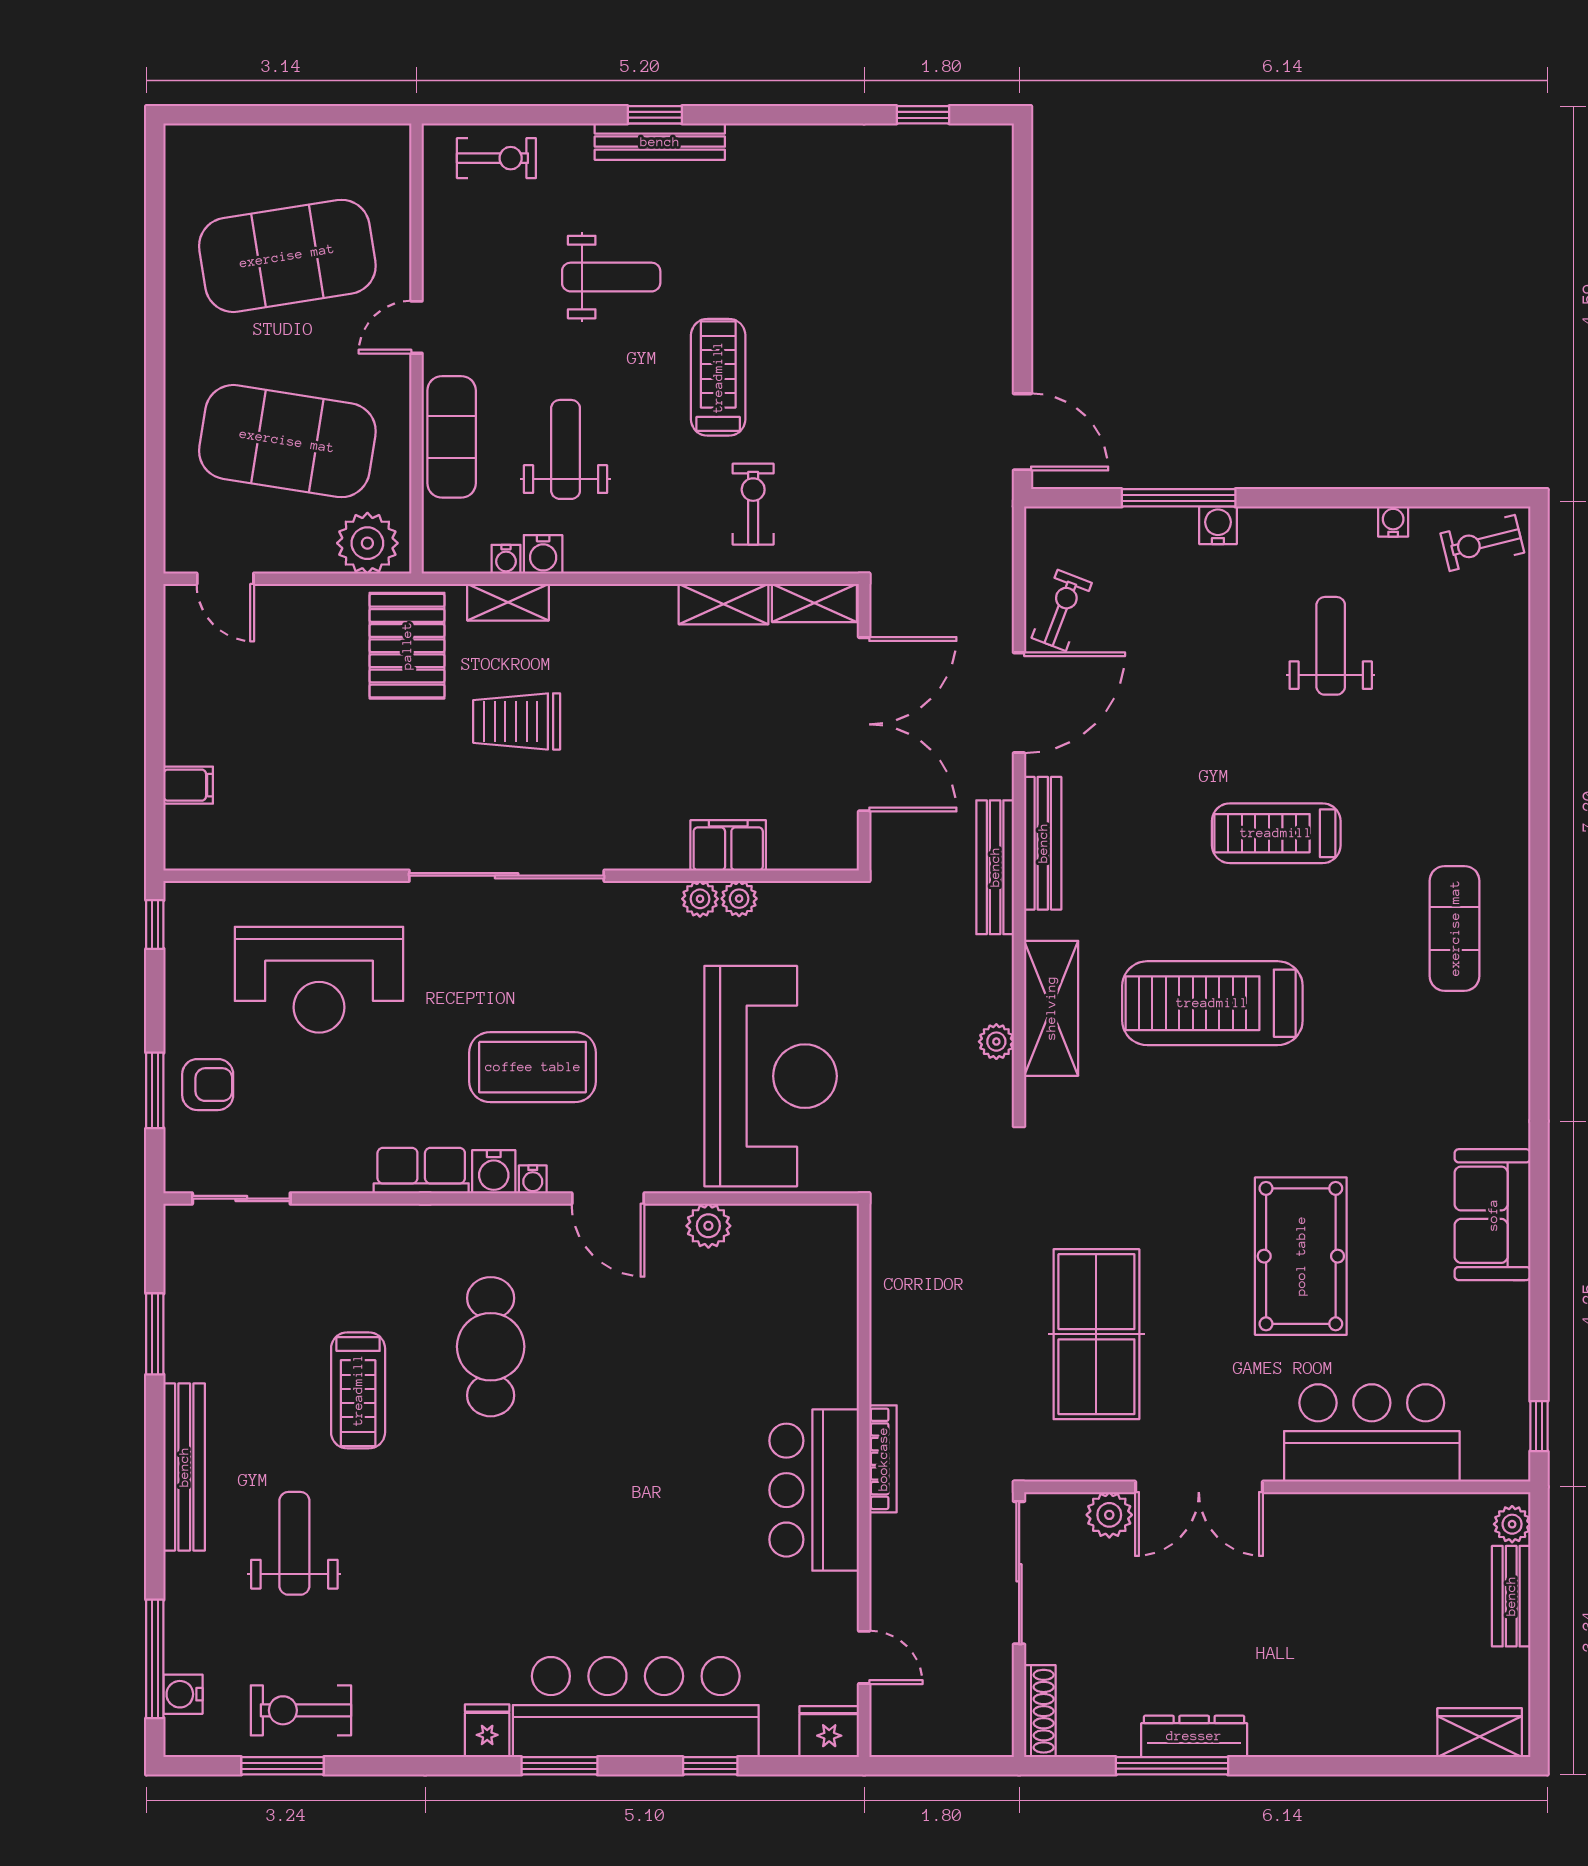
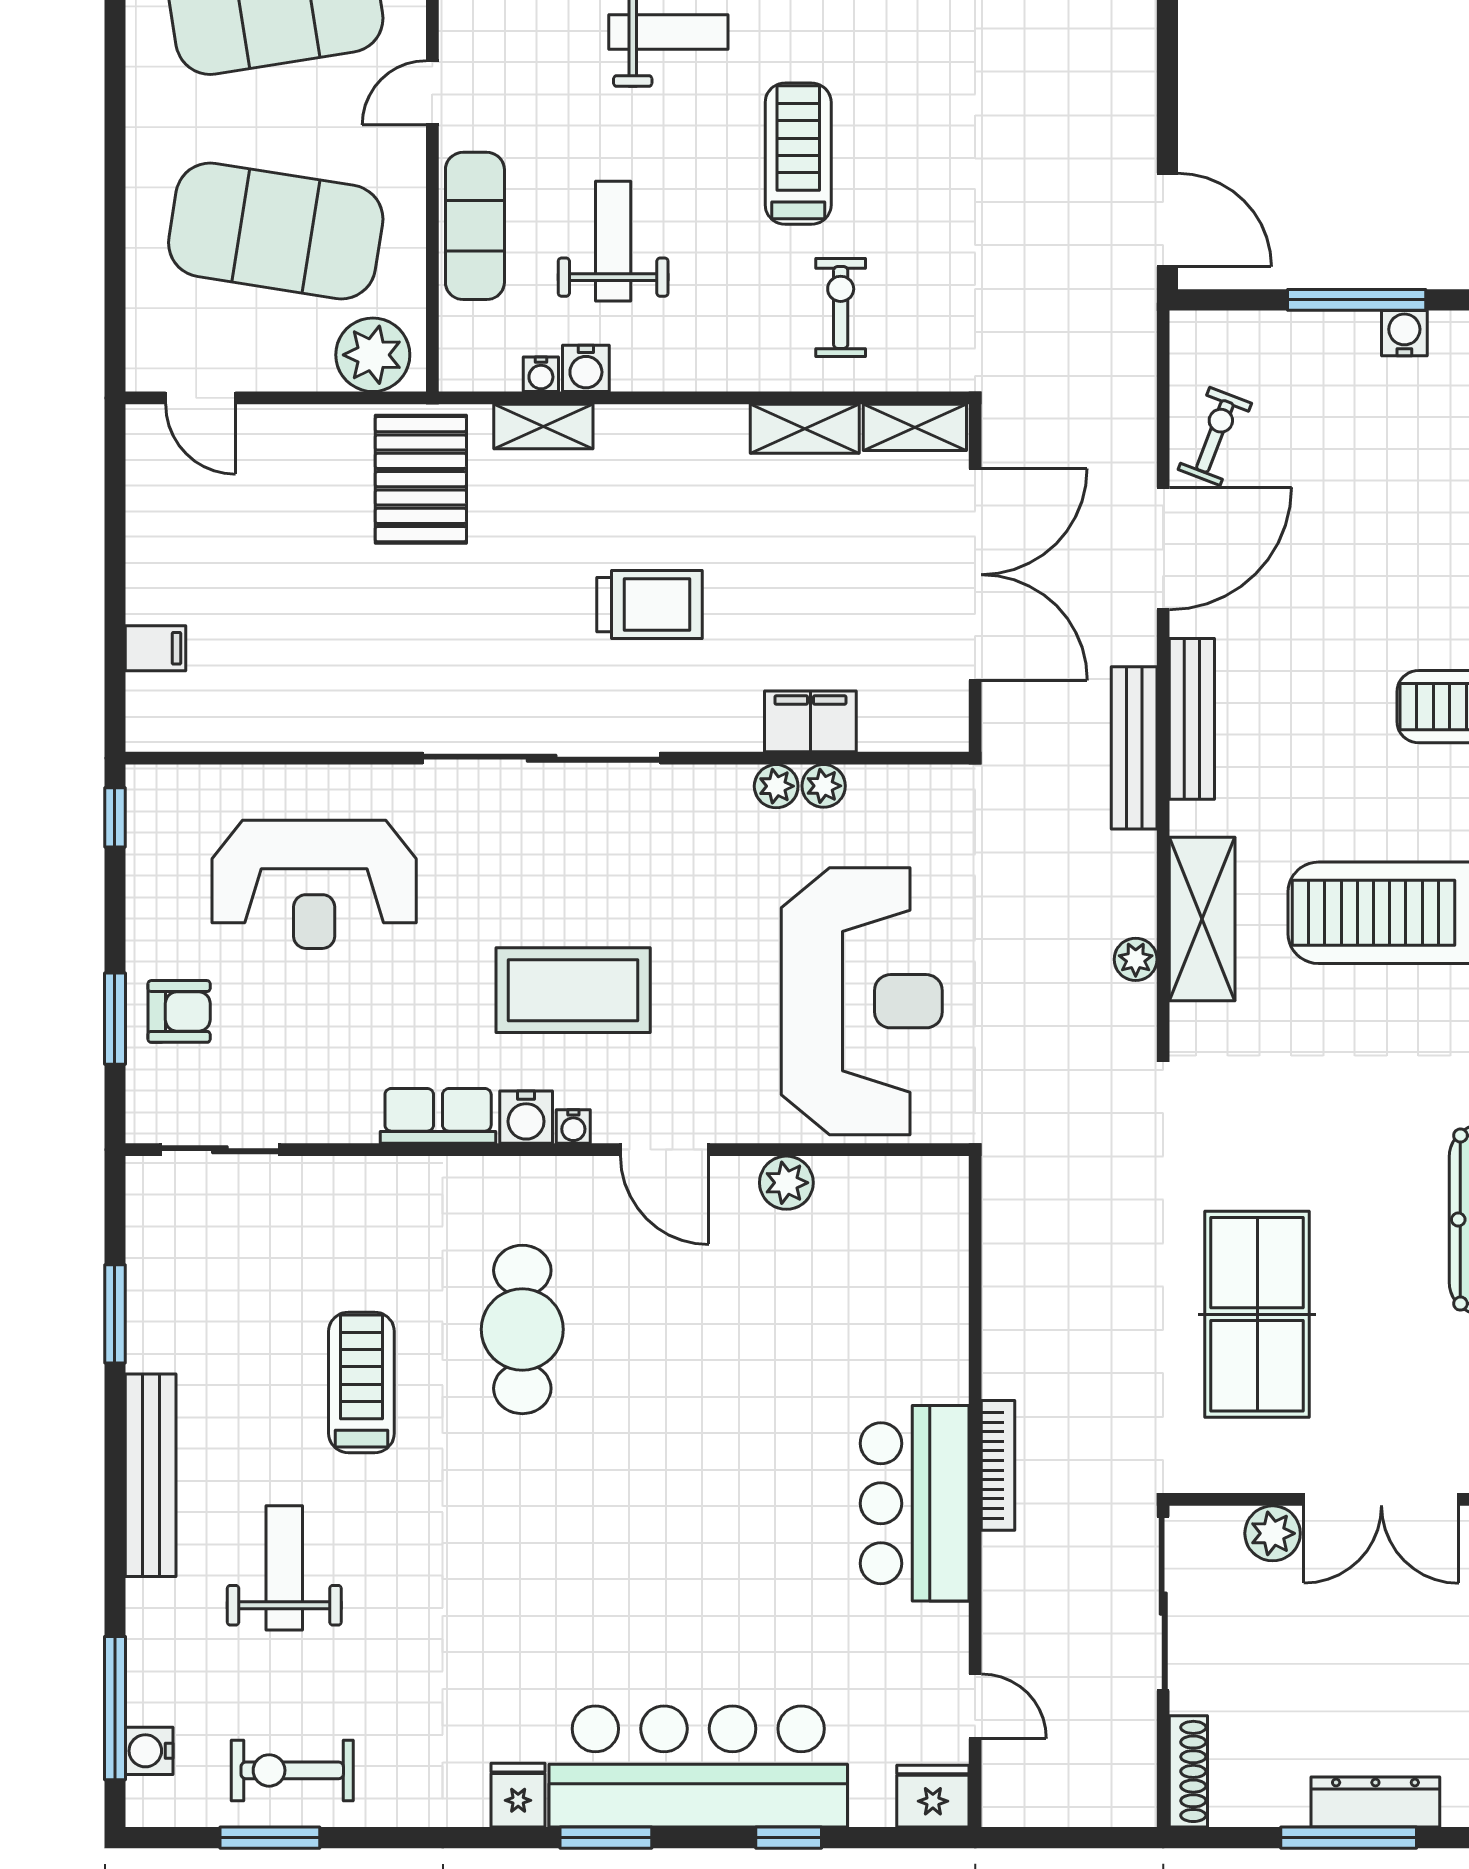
trolley: (517, 721) -> (650, 605), moved, turned 180
treadmill: (358, 1390) -> (361, 1382), turned 180

